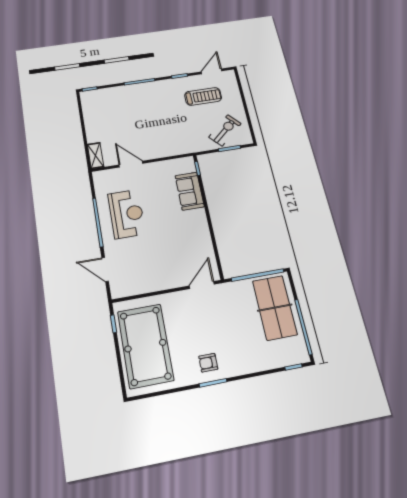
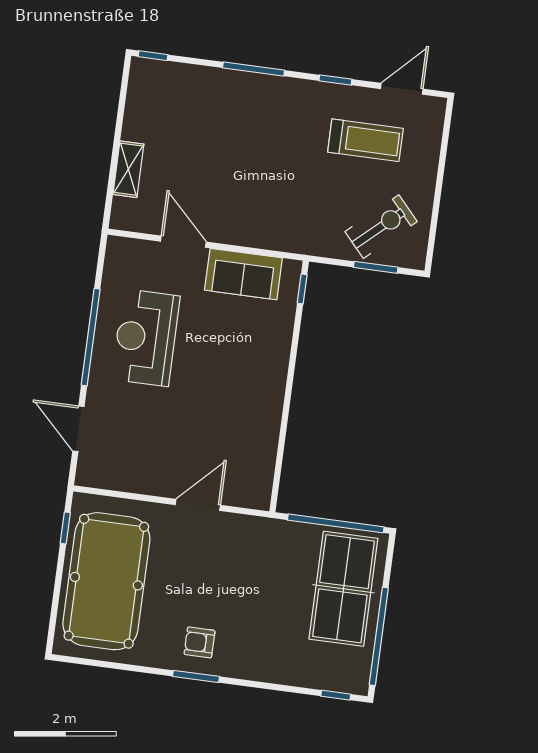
shelving: (96, 156) -> (128, 169), moved
sofa: (190, 191) -> (243, 274), moved, turned -90
reception desk: (127, 214) -> (146, 338), turned 180
door: (202, 285) -> (198, 505), moved

